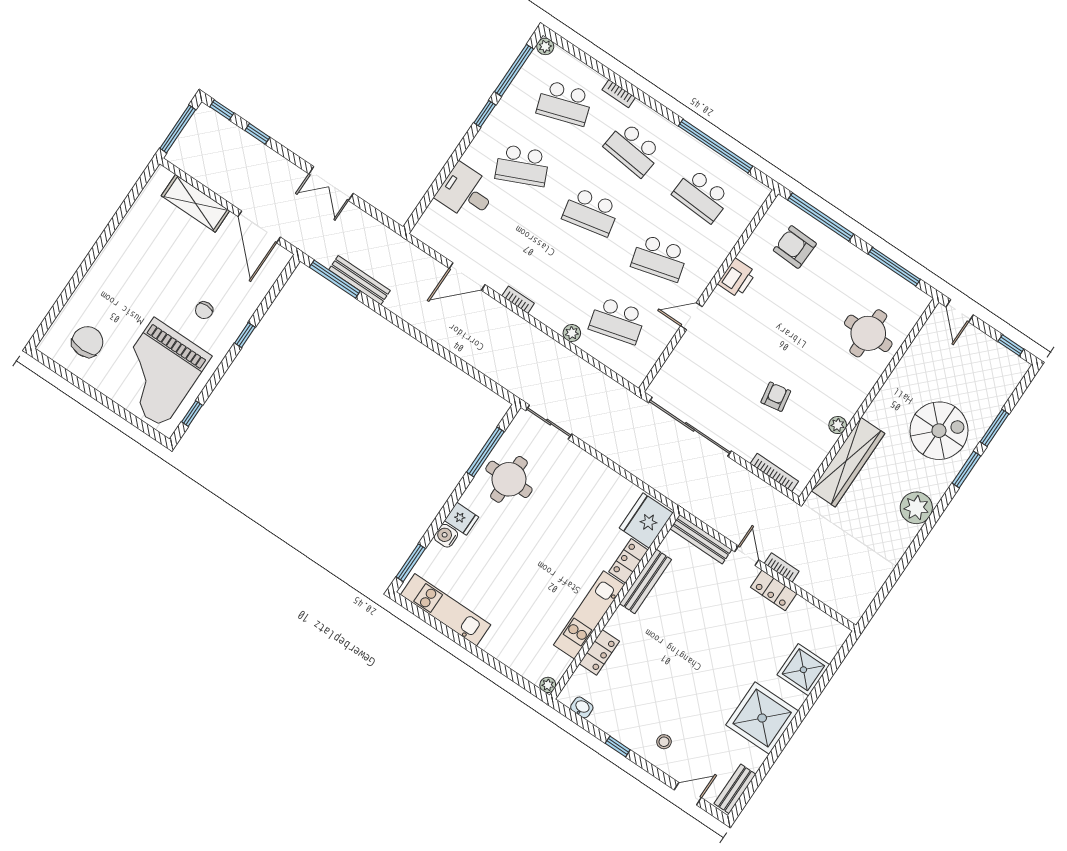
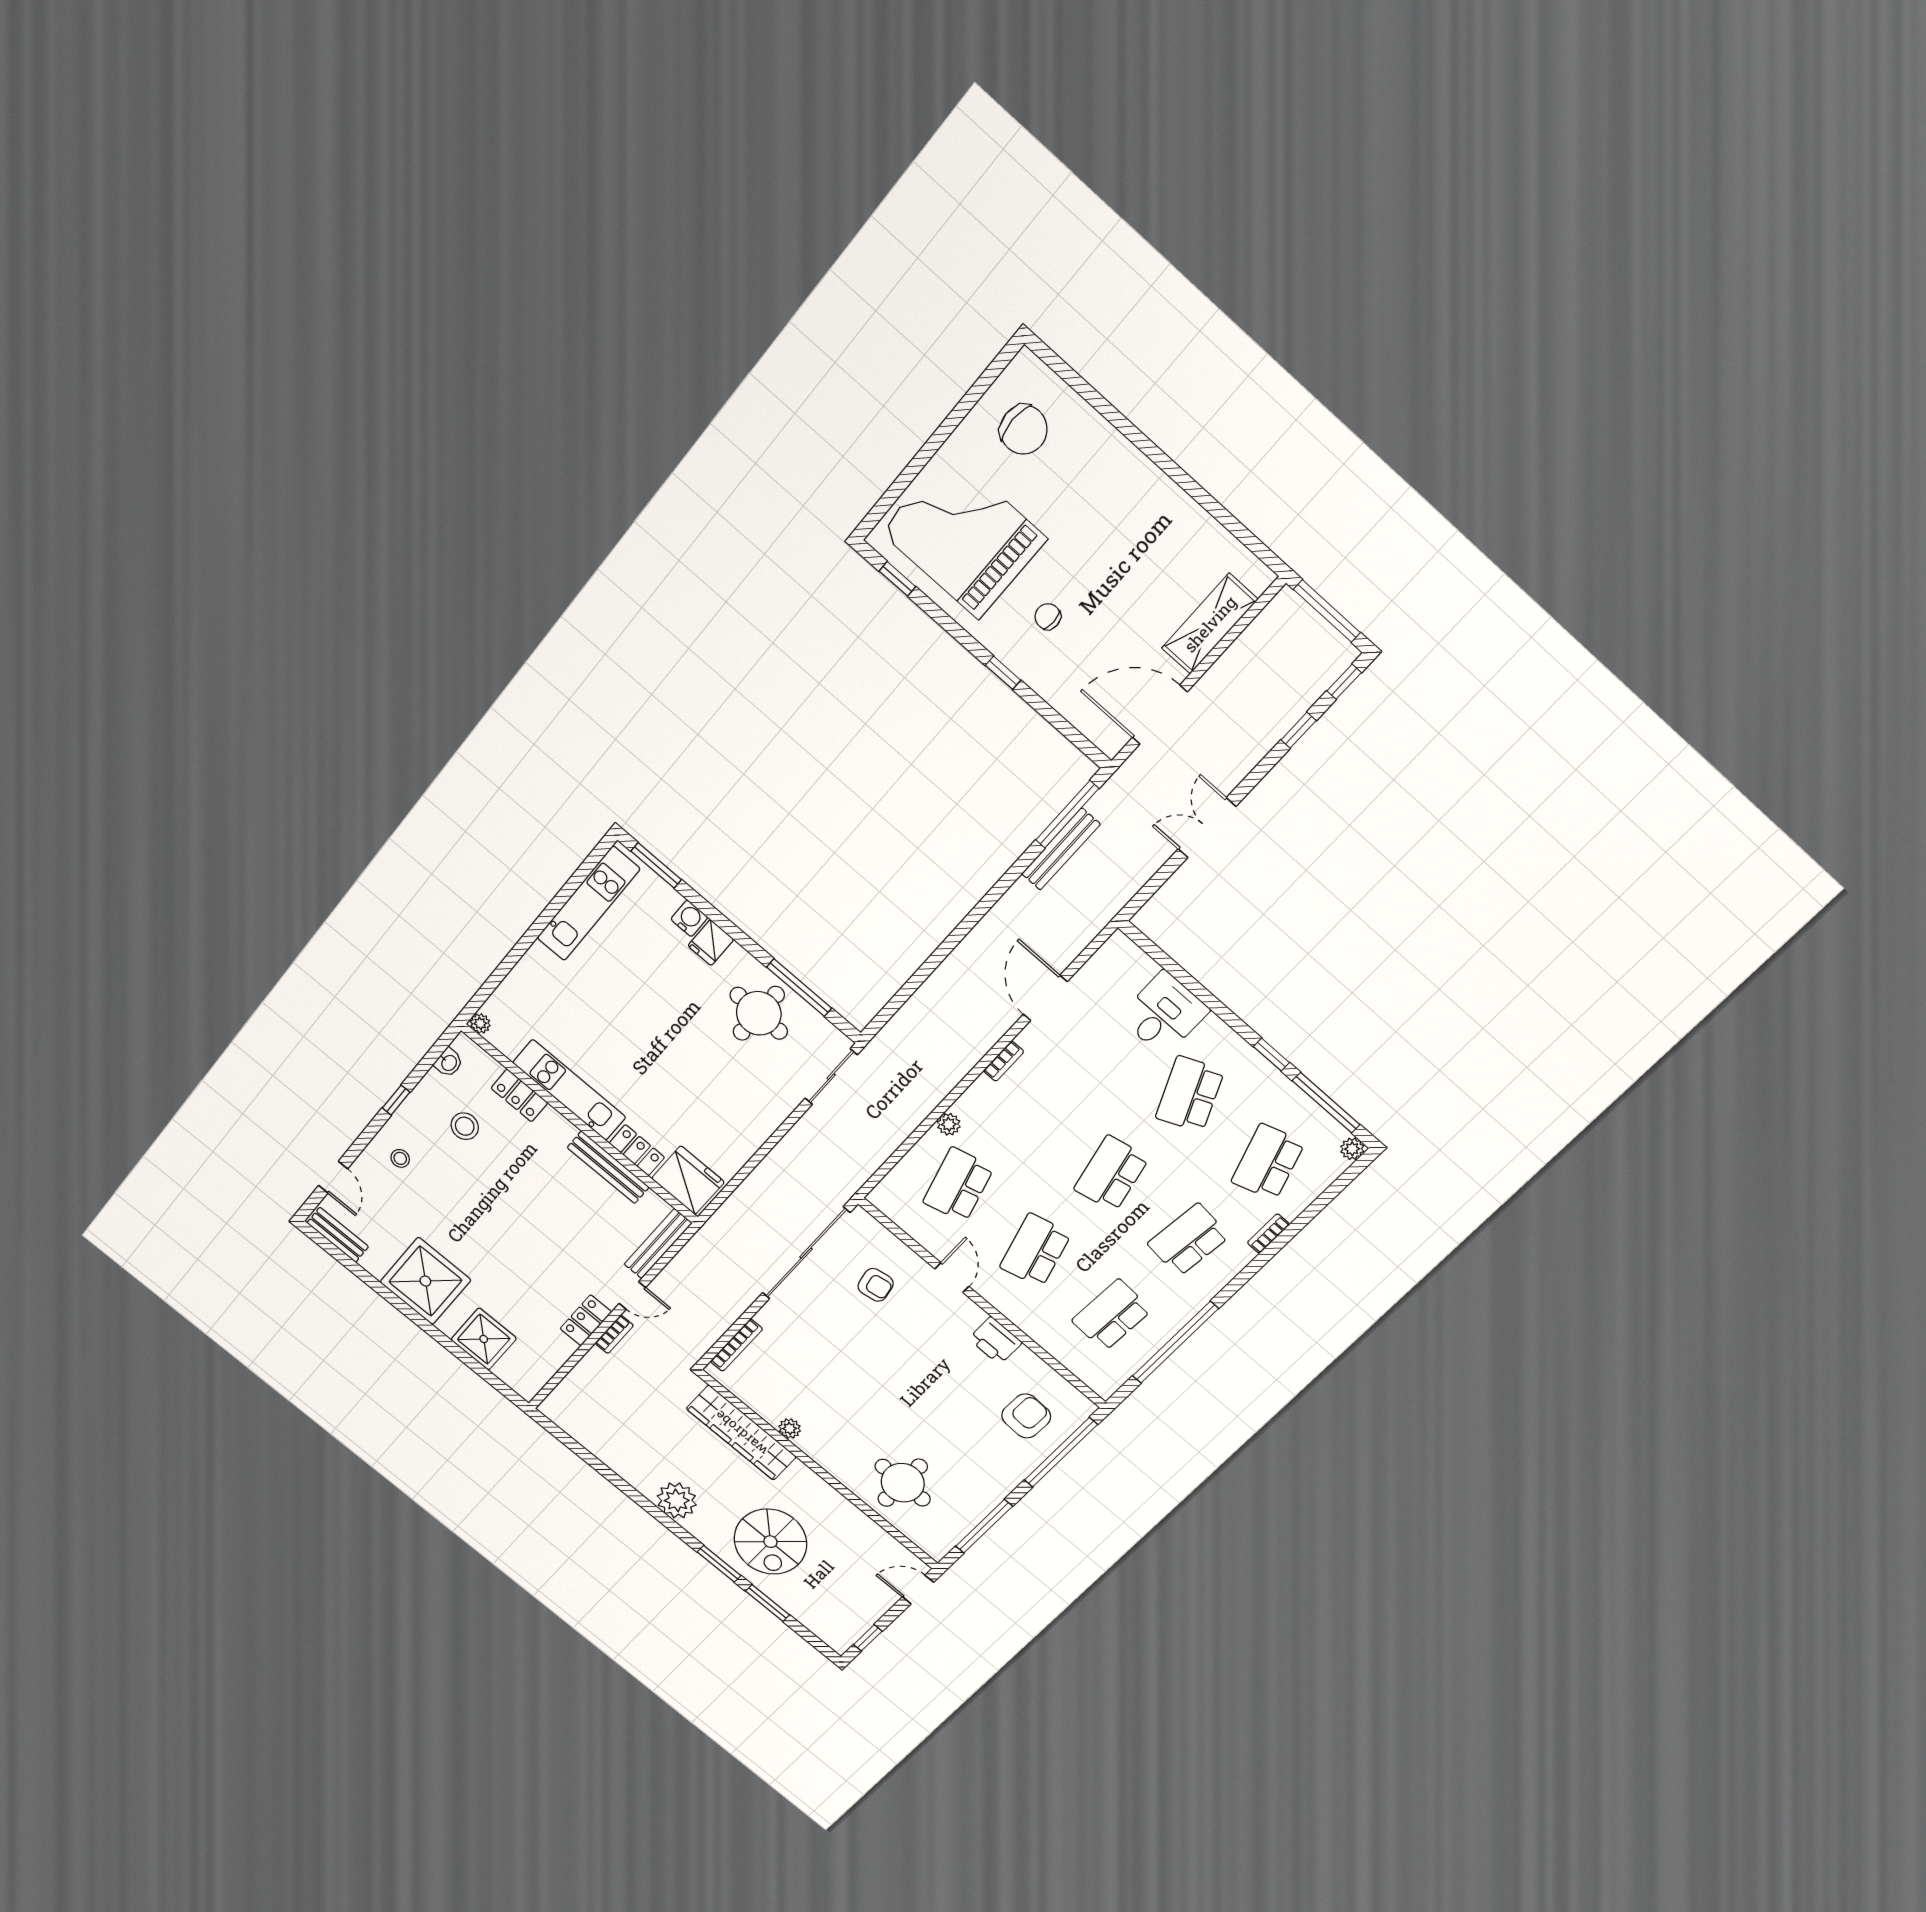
armchair: (776, 397) -> (876, 1285), moved
stool: (630, 693) -> (465, 1126), added

